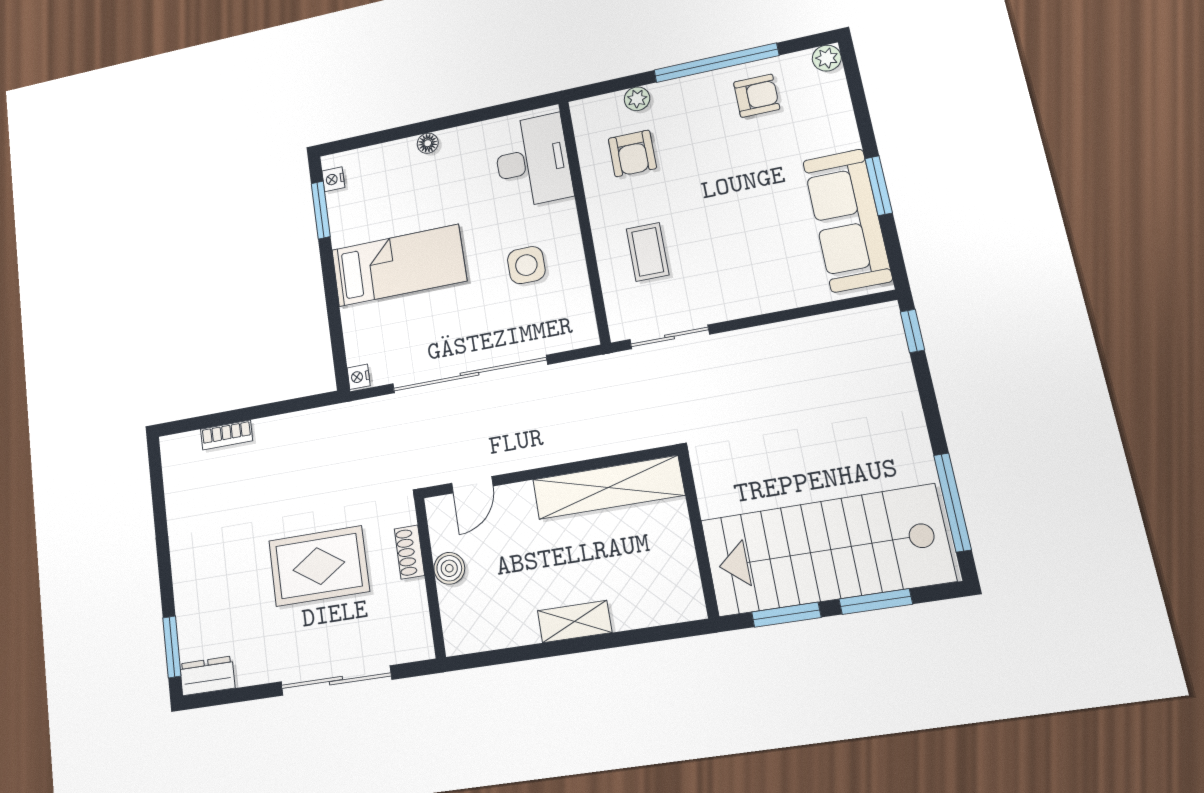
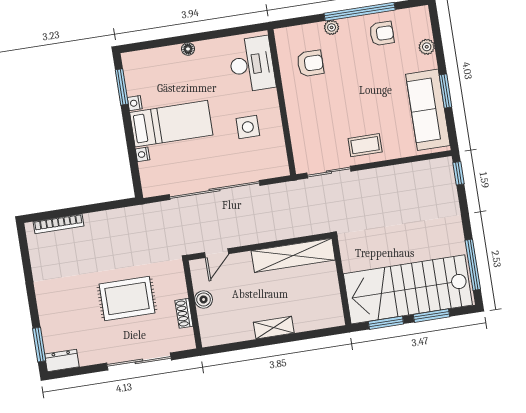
plant: (827, 58) -> (427, 47), moved
plant: (637, 99) -> (332, 27), moved
armchair: (632, 153) -> (310, 63), turned -90
nightstand: (333, 179) -> (135, 103), moved
coffee table: (648, 252) -> (365, 145), moved, turned 90
nightstand: (359, 377) -> (143, 154), moved
bookcase: (227, 435) -> (58, 224), width x1.56
shoe rack: (409, 552) -> (184, 313), moved

